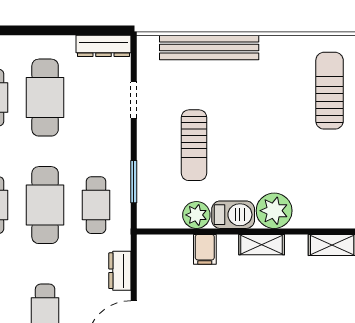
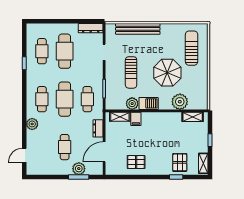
parasol: (275, 146) -> (167, 73), added
plant: (274, 211) -> (180, 102), moved
shelving: (262, 245) -> (120, 117), moved

